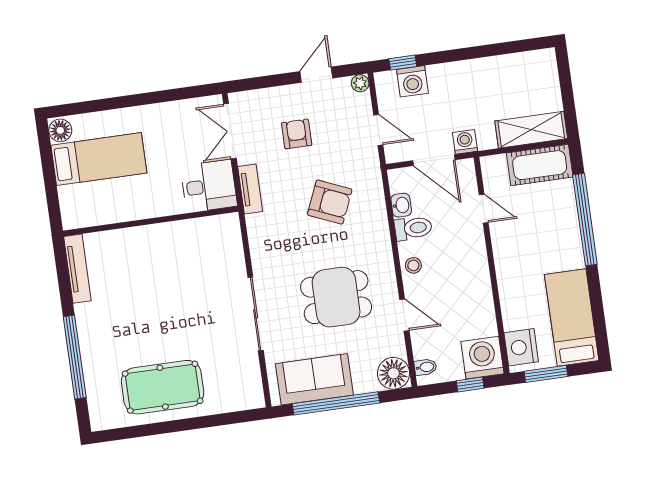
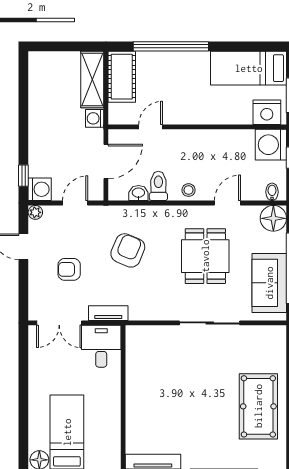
washing machine: (412, 81) -> (40, 189), moved
washing machine: (465, 142) -> (95, 118), moved

